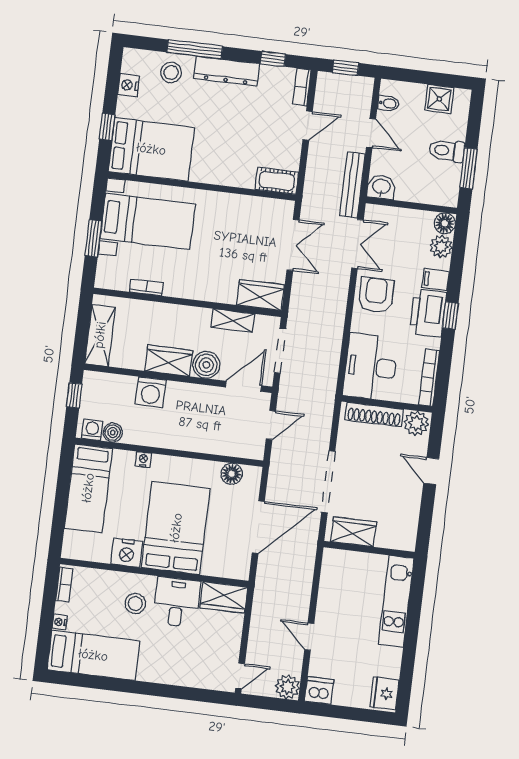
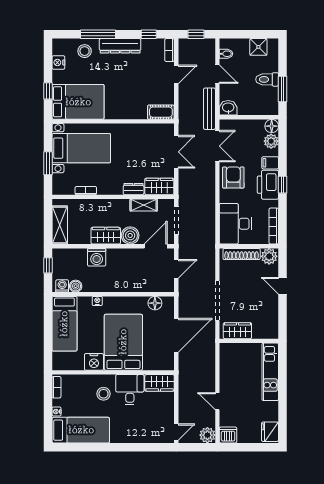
dresser: (220, 294) -> (134, 189), added

